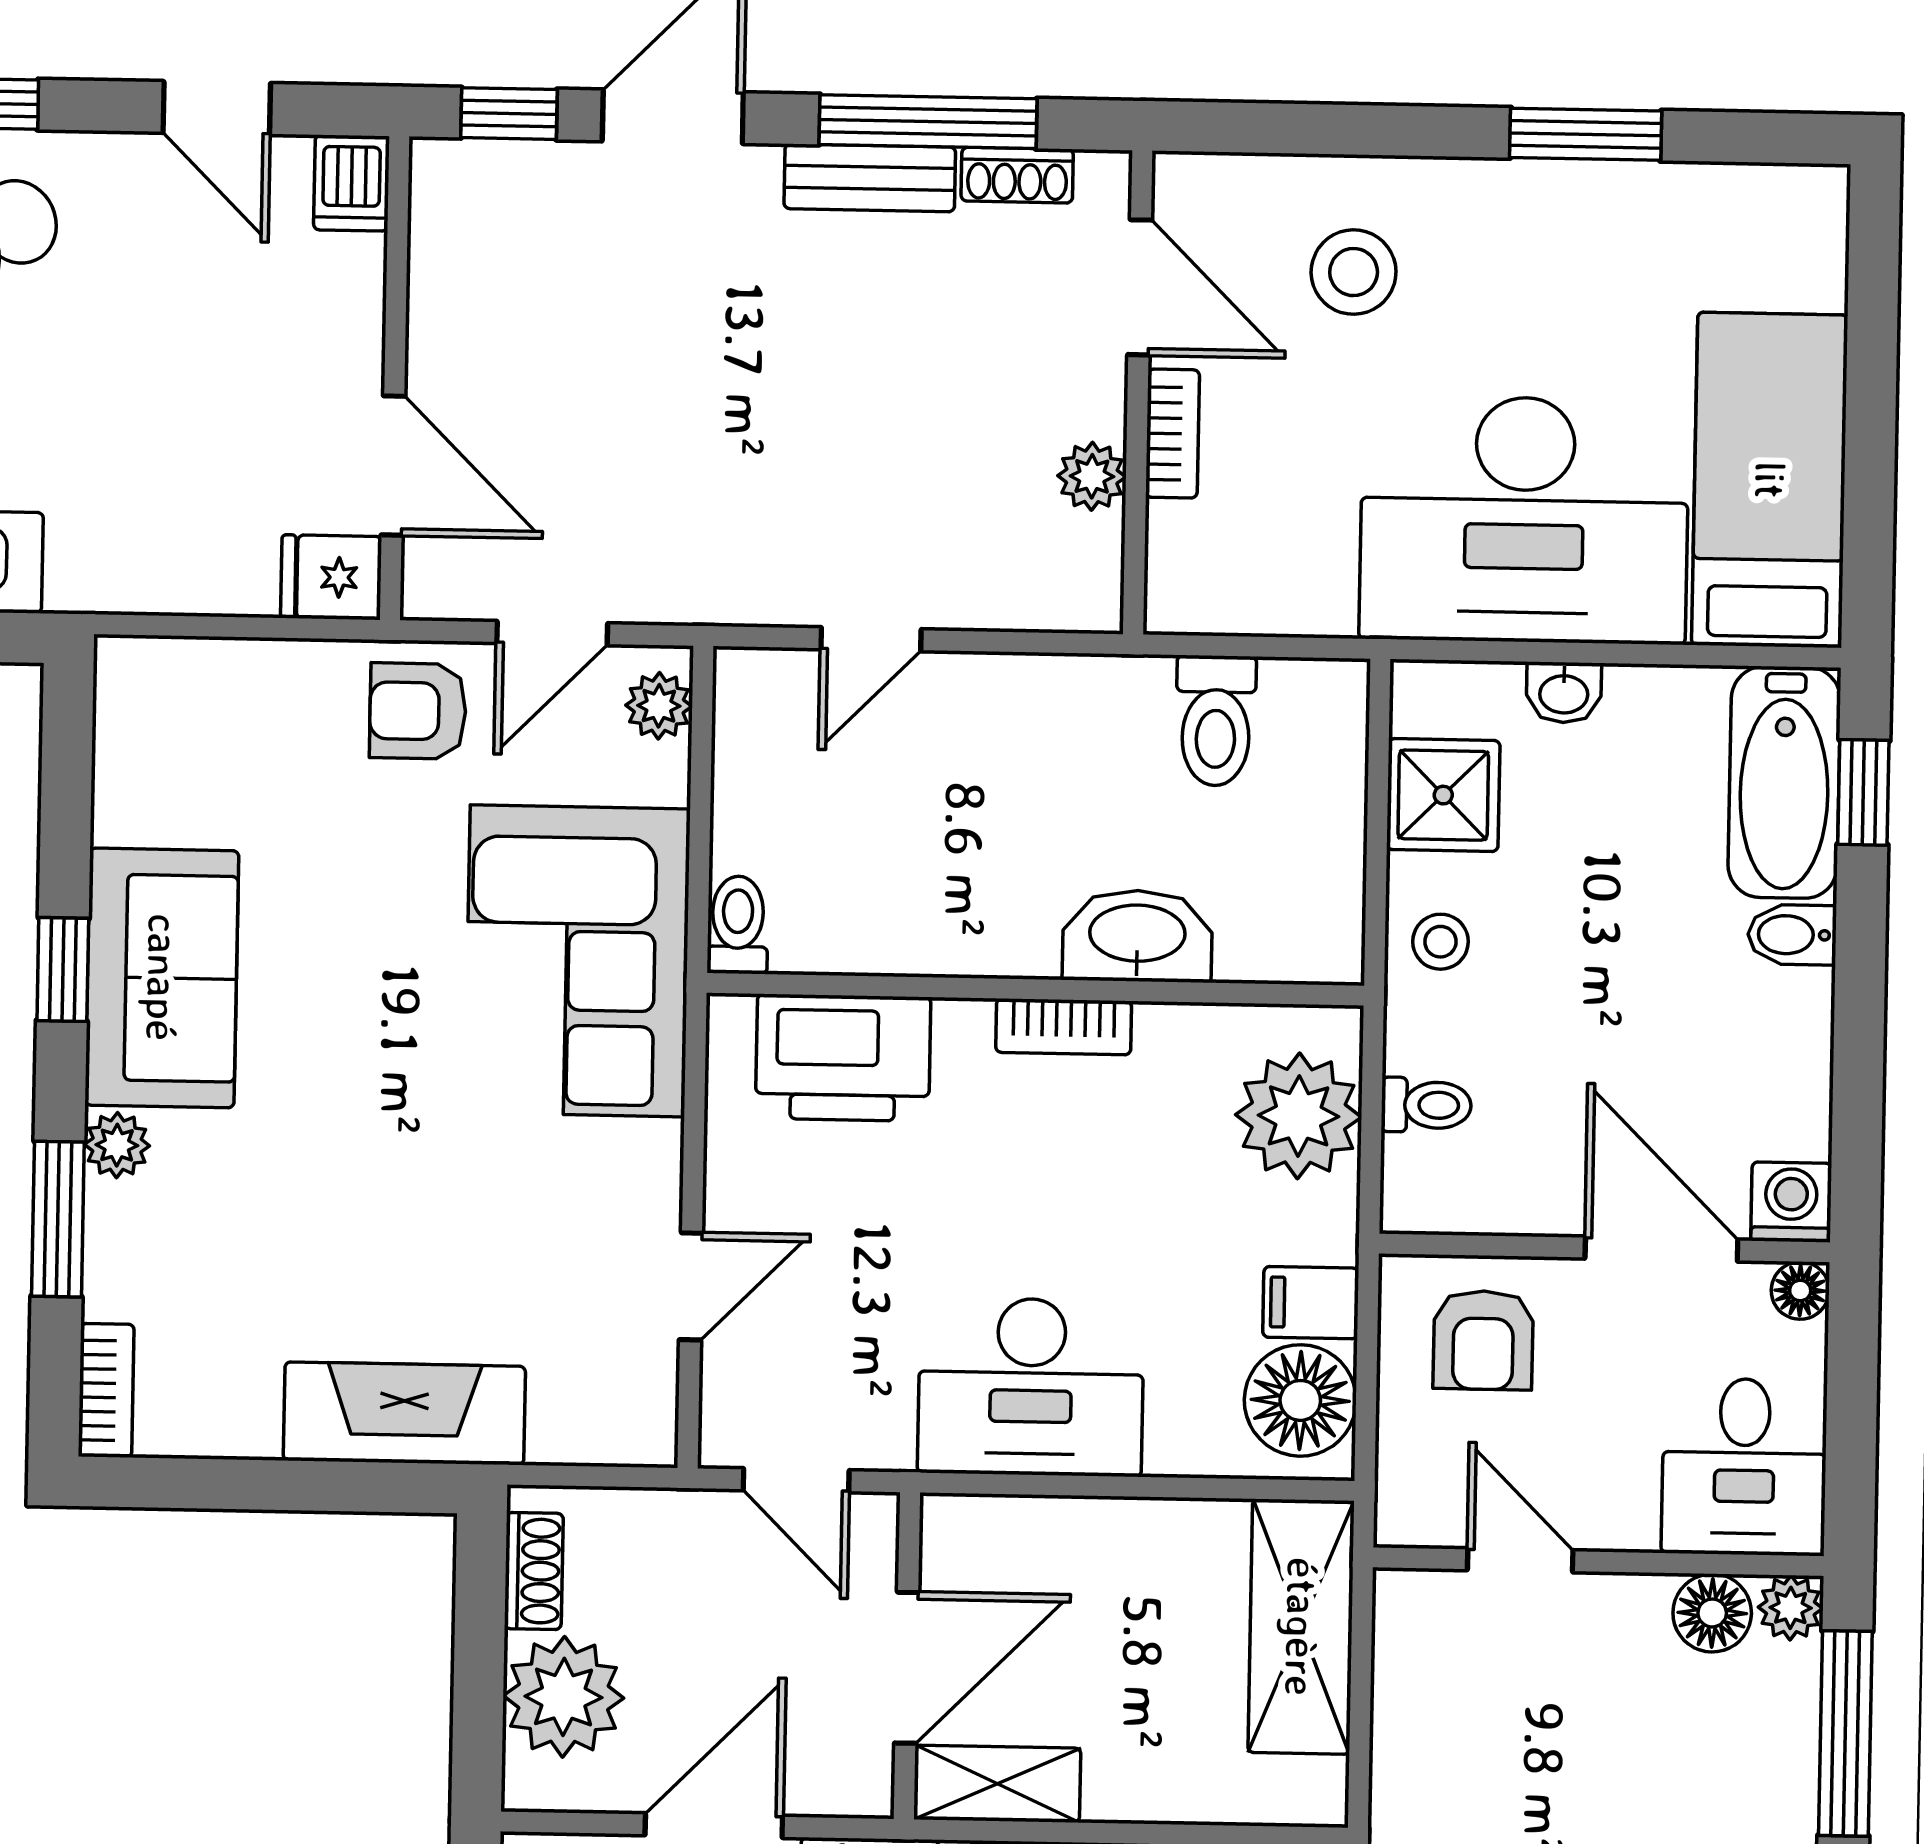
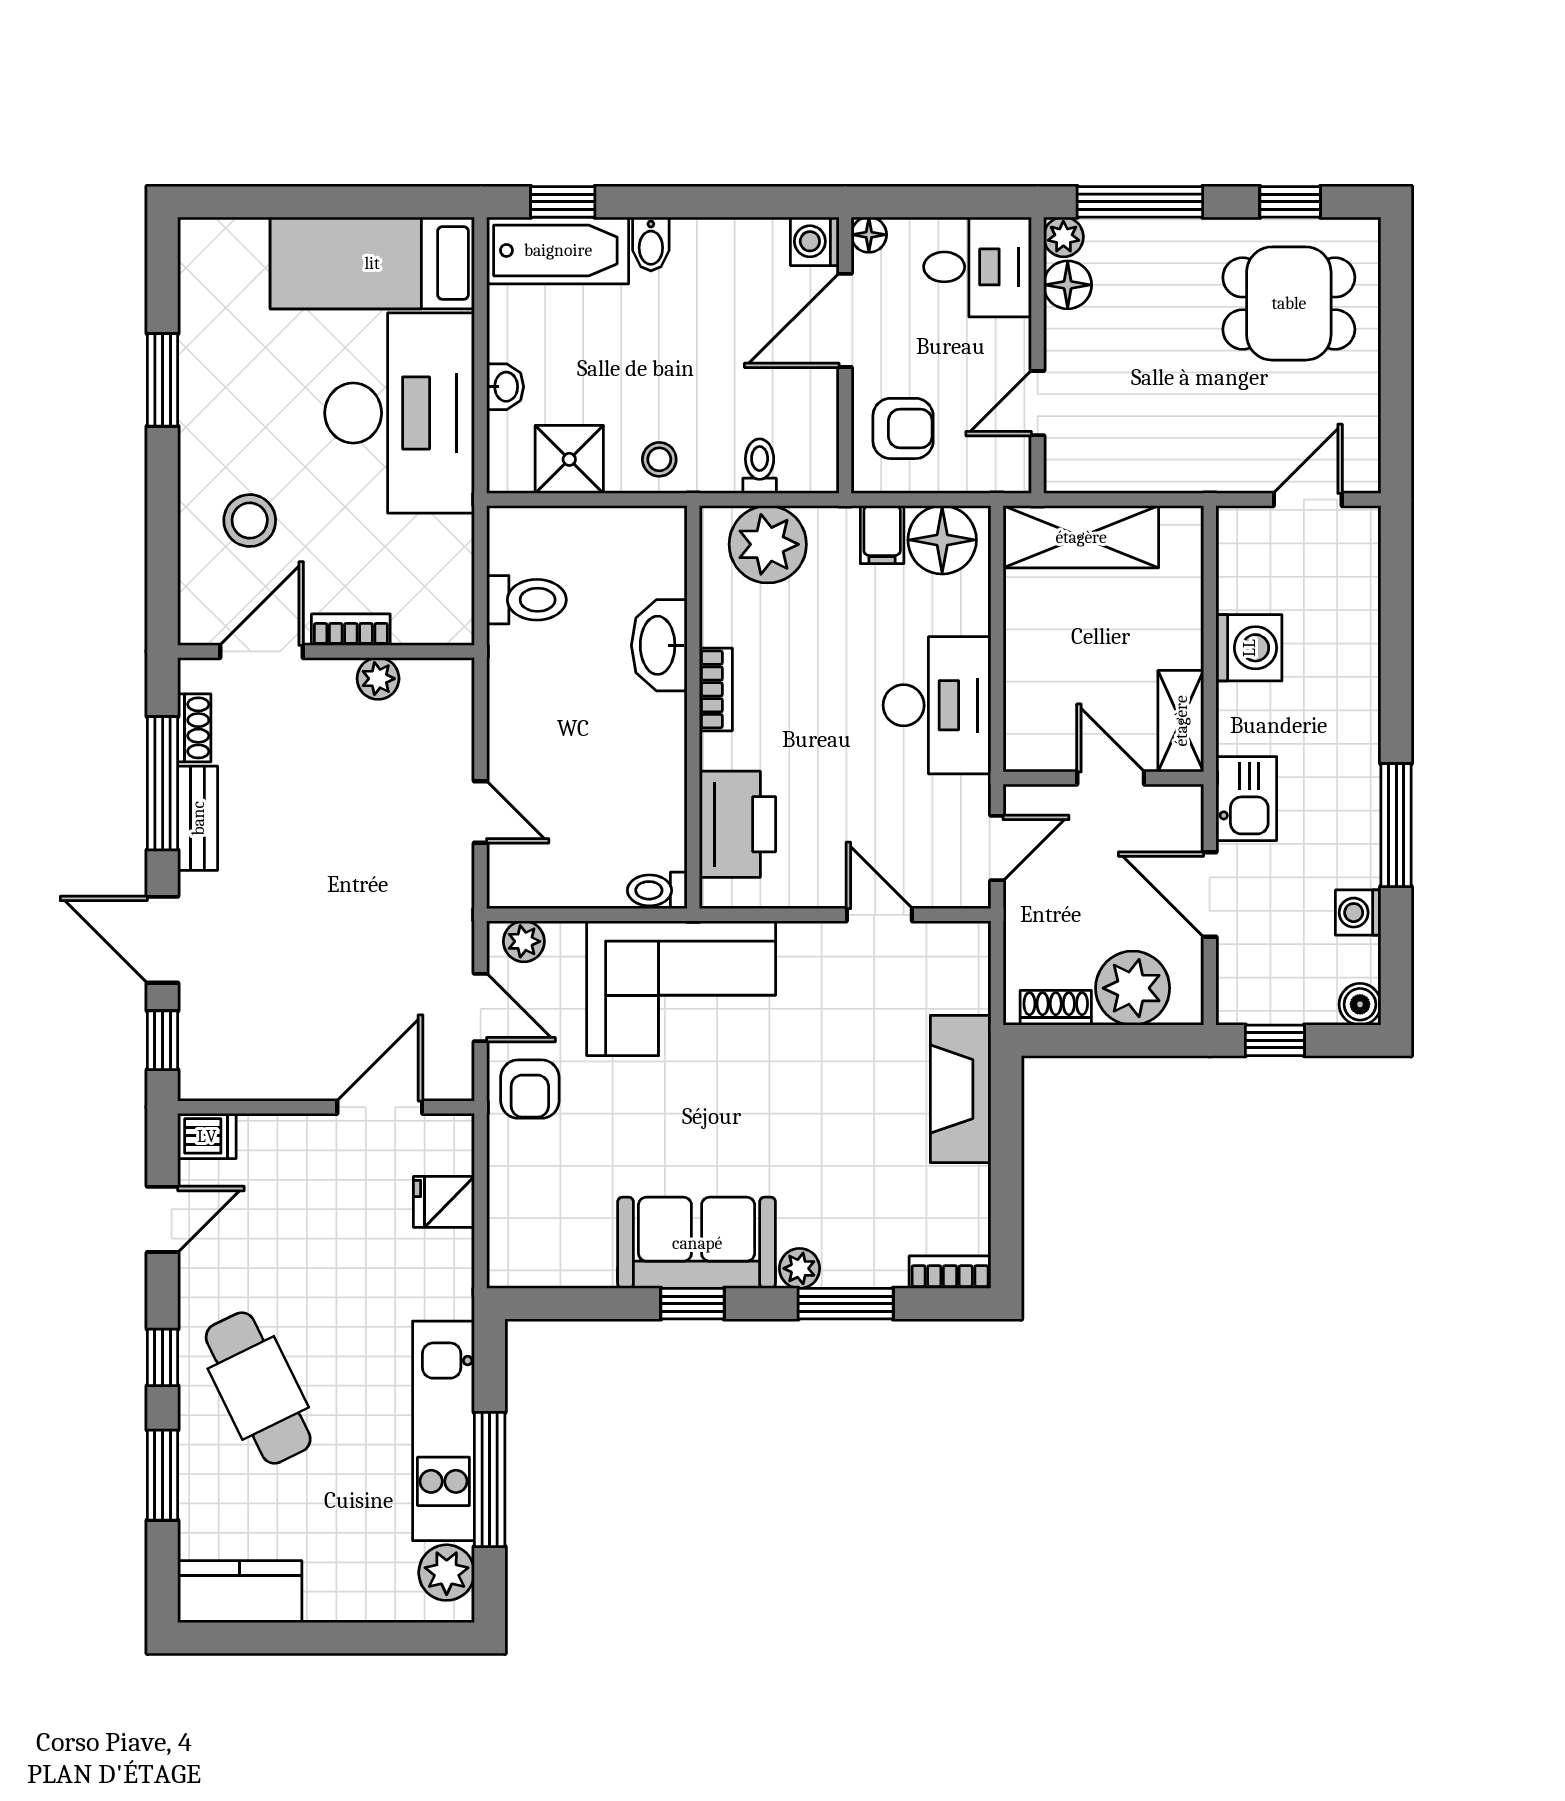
fridge: (331, 577) -> (444, 1202), moved, turned 90
door: (907, 1668) -> (1111, 778), width x0.73

